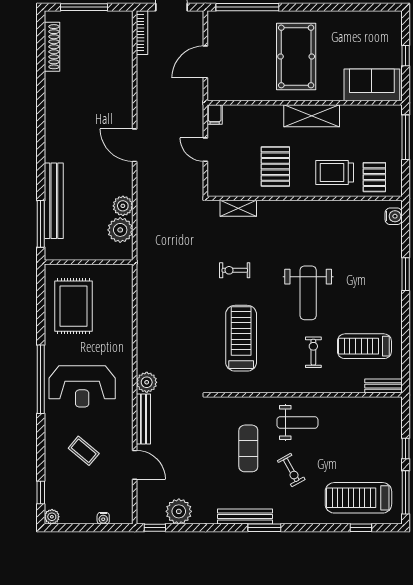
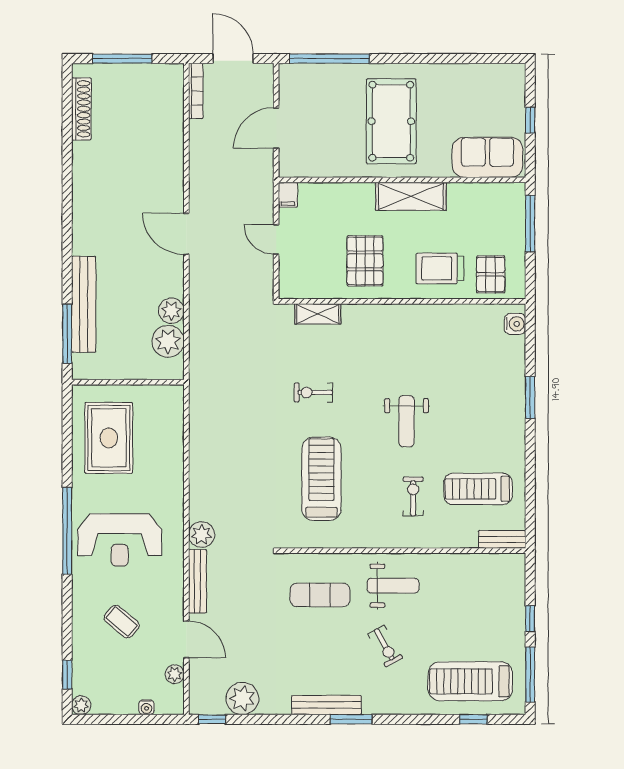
weight bench: (308, 293) -> (406, 421), width x0.73, depth x0.75
exercise mat: (248, 448) -> (320, 595), moved, turned 90
plant: (125, 492) -> (175, 674), added

